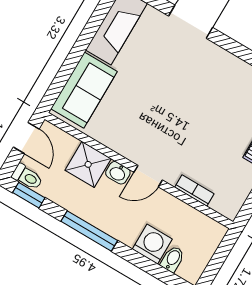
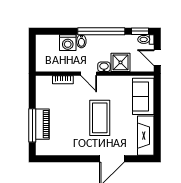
coffee table: (172, 97) -> (100, 118), added
door: (148, 176) -> (89, 74), swing flipped
window: (89, 231) -> (101, 31), width x1.46
bidet: (172, 259) -> (81, 41), moved

